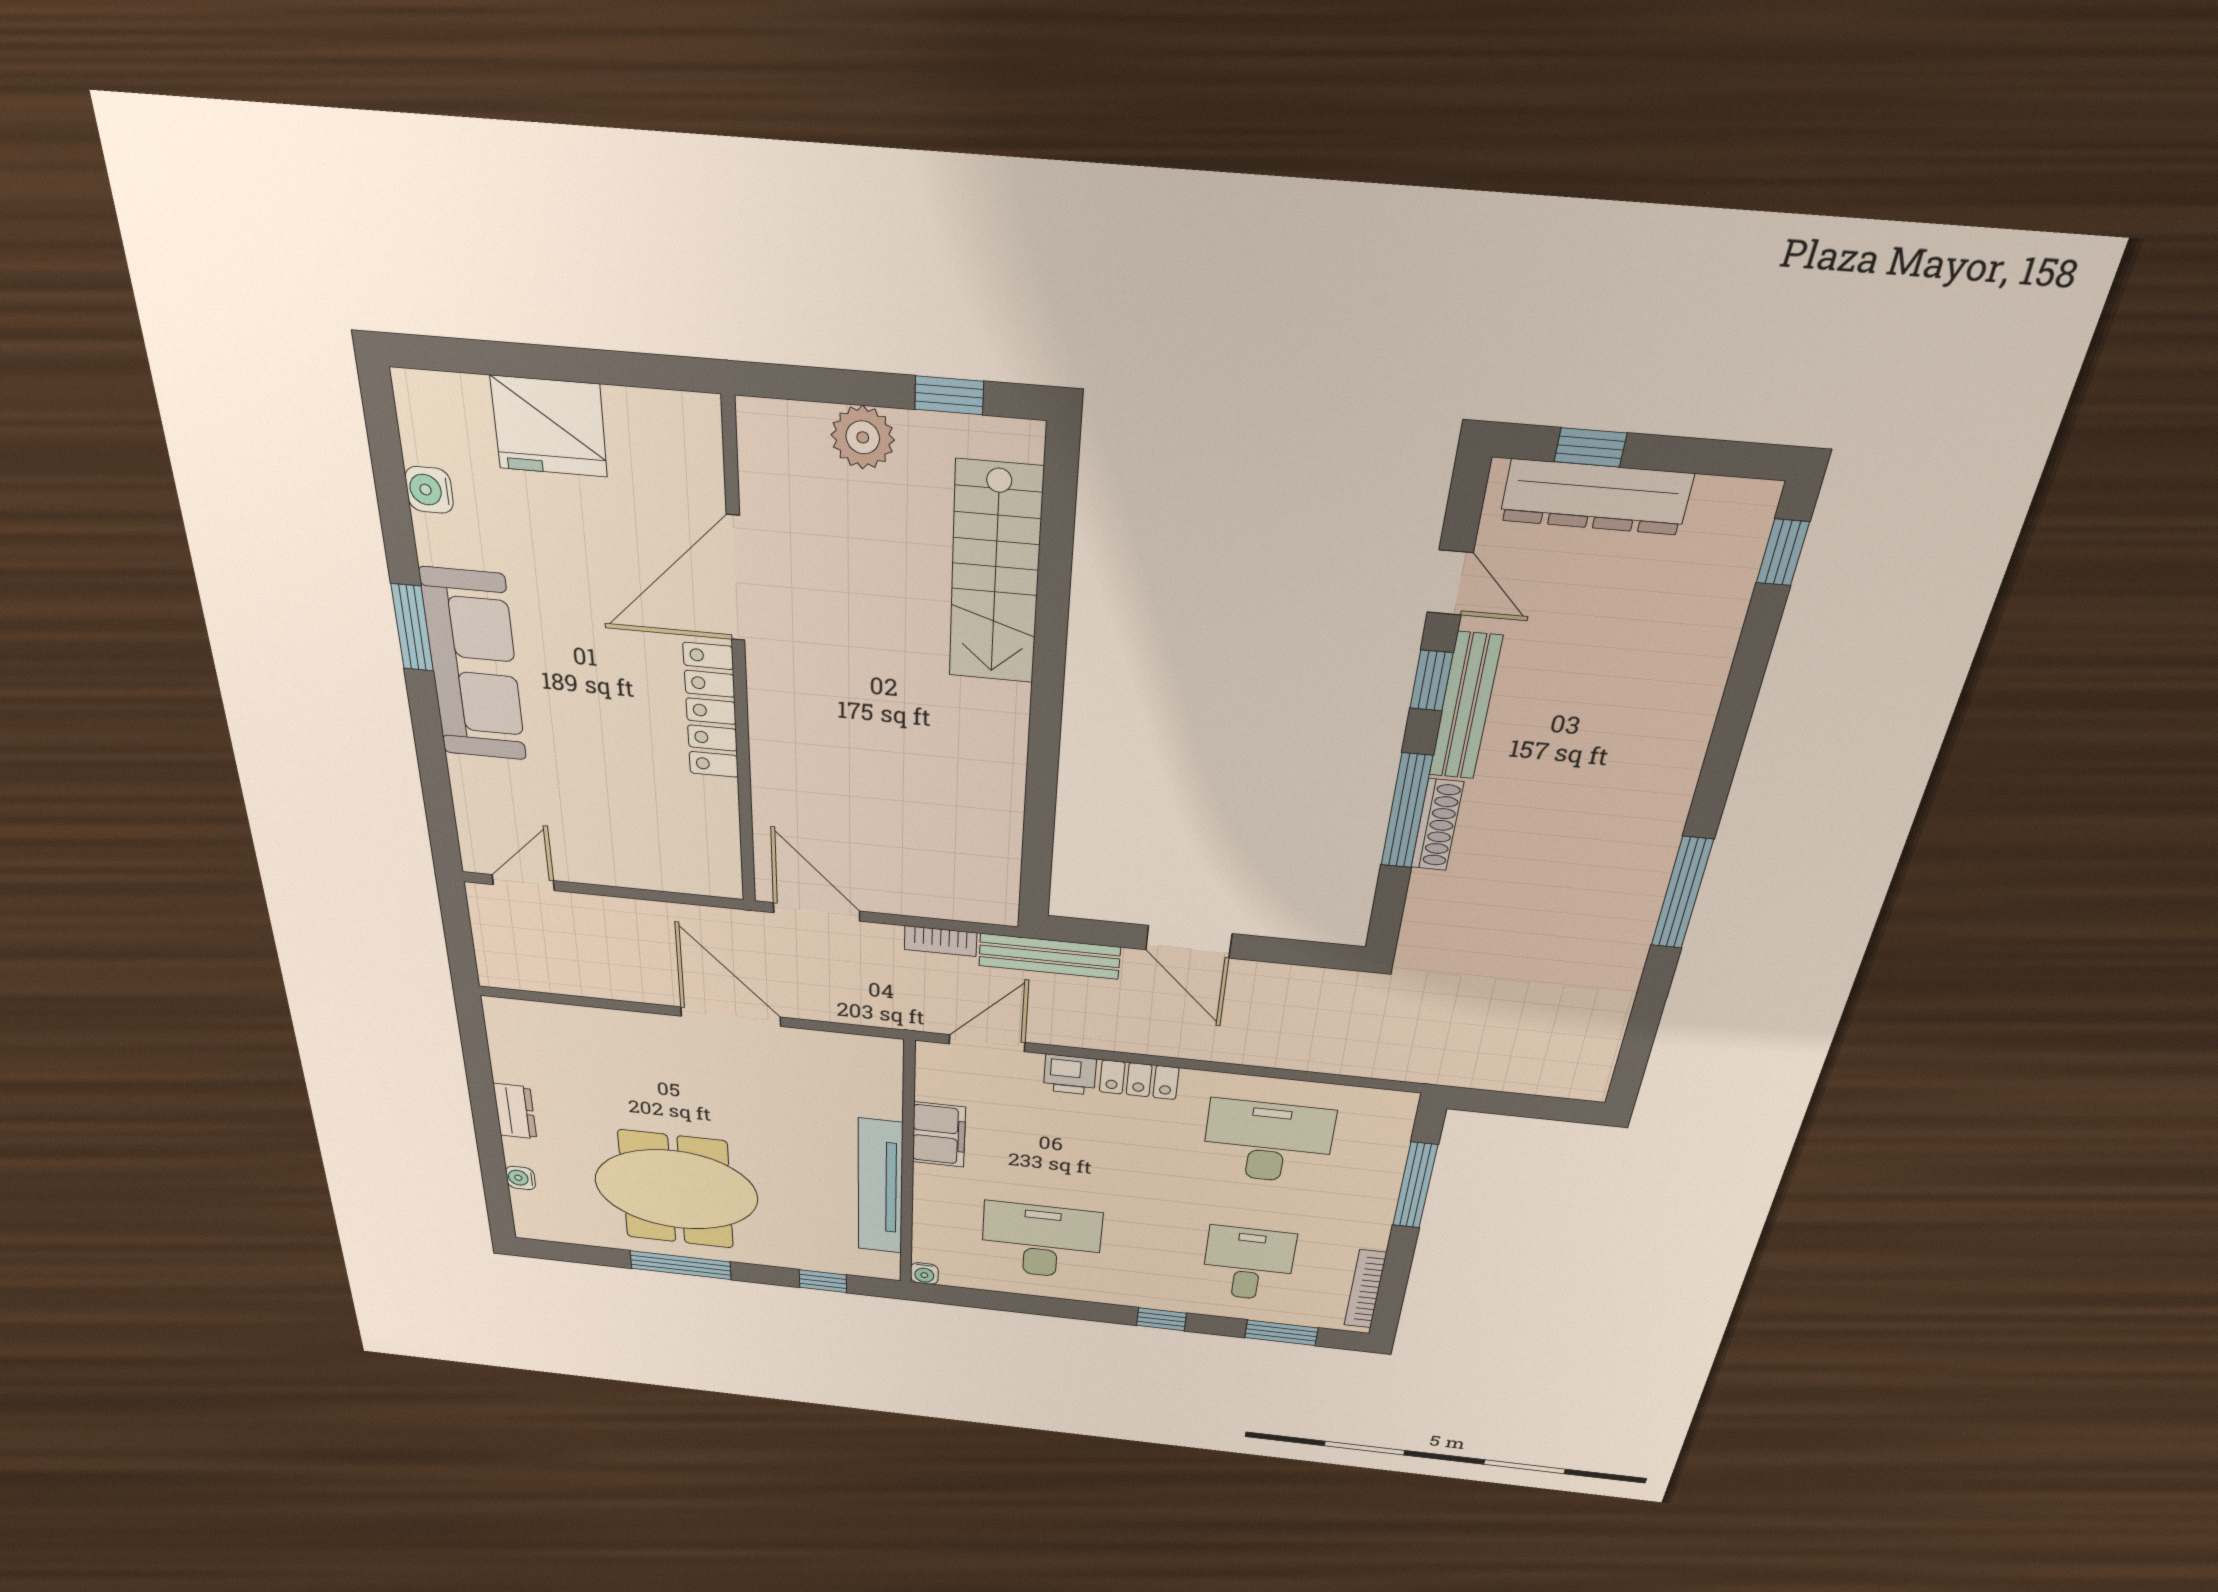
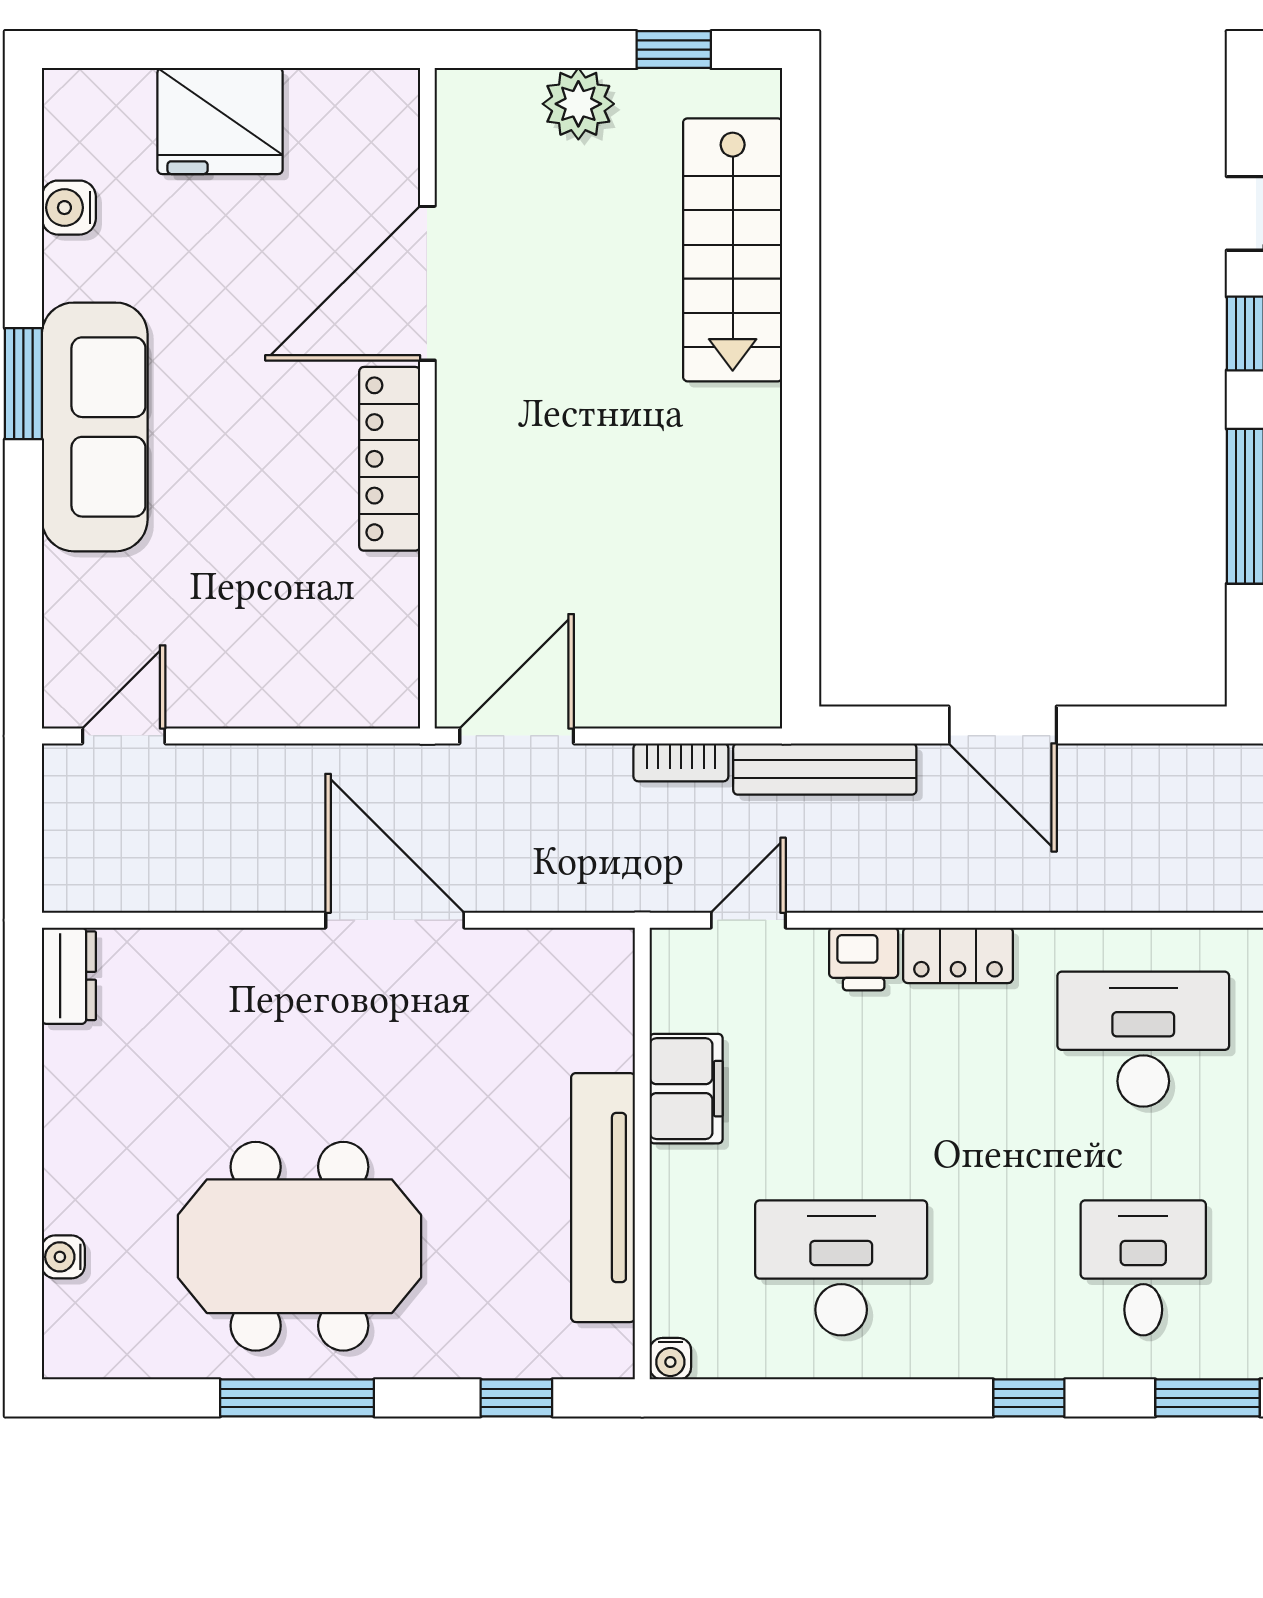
door: (817, 912) -> (517, 736), hinge flipped
door: (987, 1043) -> (748, 920), width x0.73
dresser: (515, 1111) -> (69, 976), moved

